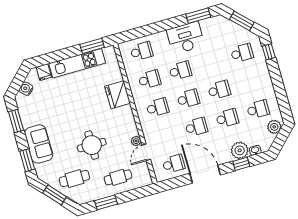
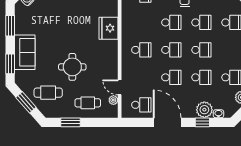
school desk: (149, 79) -> (201, 22), moved
plant: (136, 141) -> (113, 100), moved
door: (146, 152) -> (120, 87), hinge flipped

